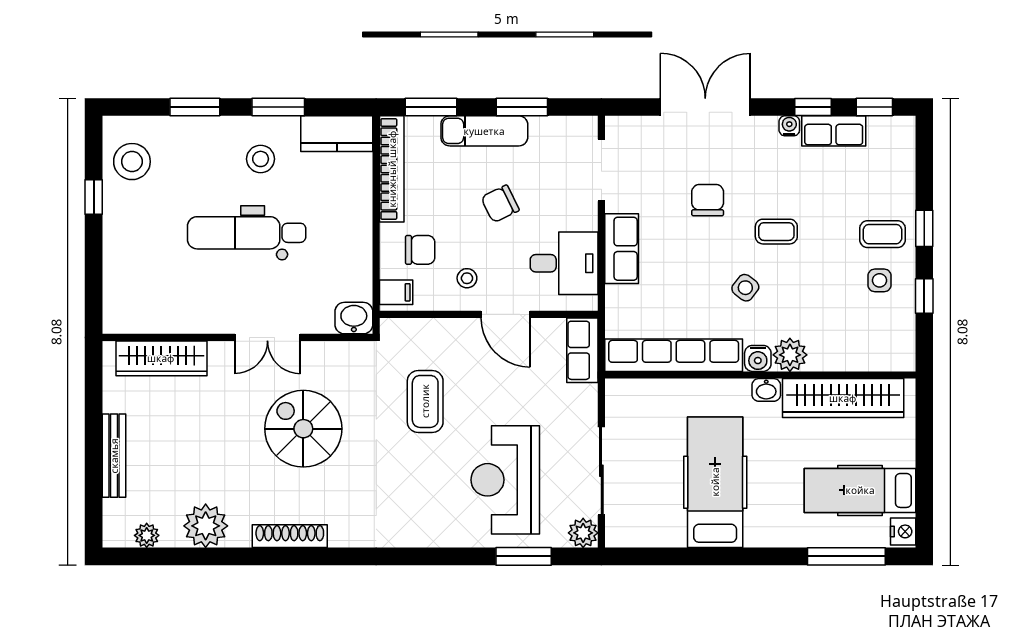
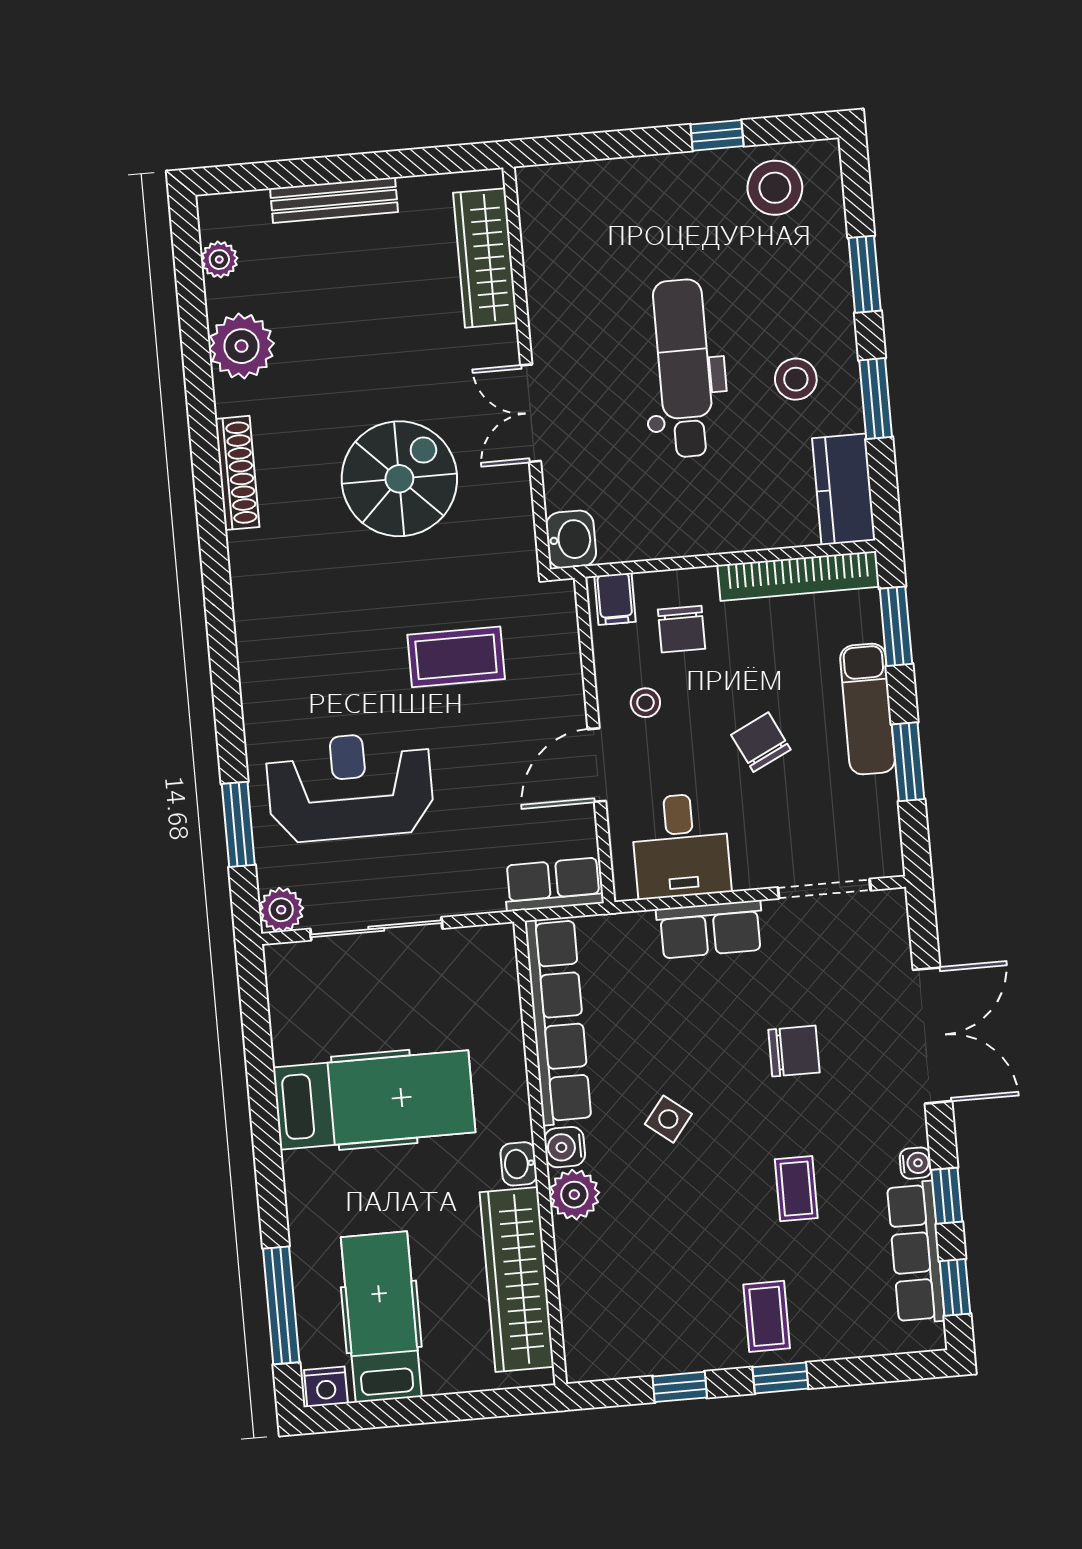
row of seats: (834, 131) -> (916, 1253), width x1.48
coffee table: (776, 232) -> (796, 1189), moved
side table: (880, 280) -> (697, 1318), removed

